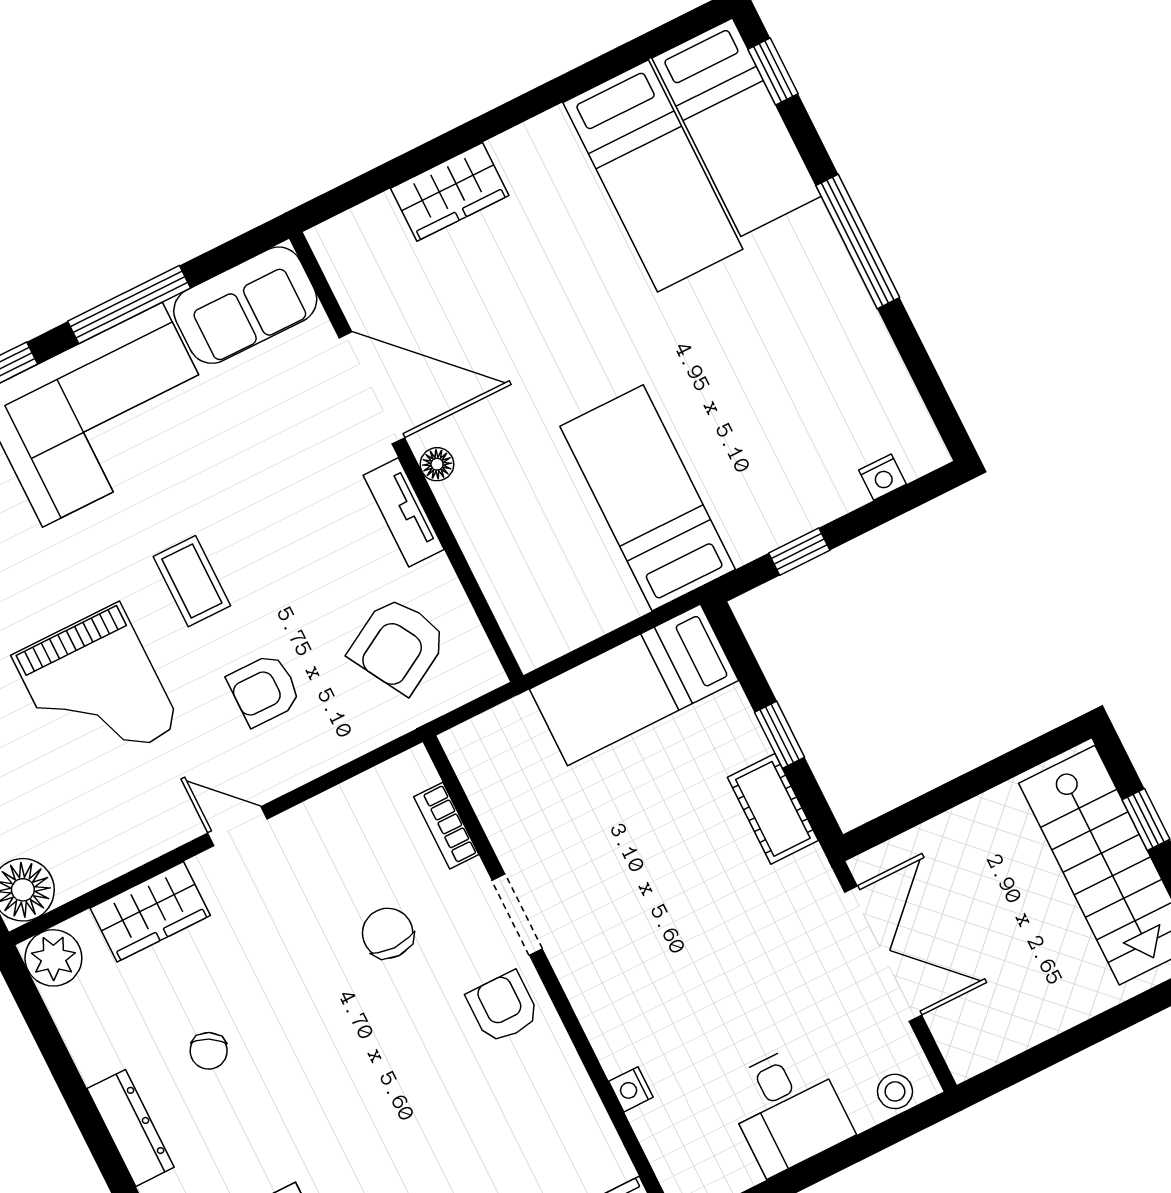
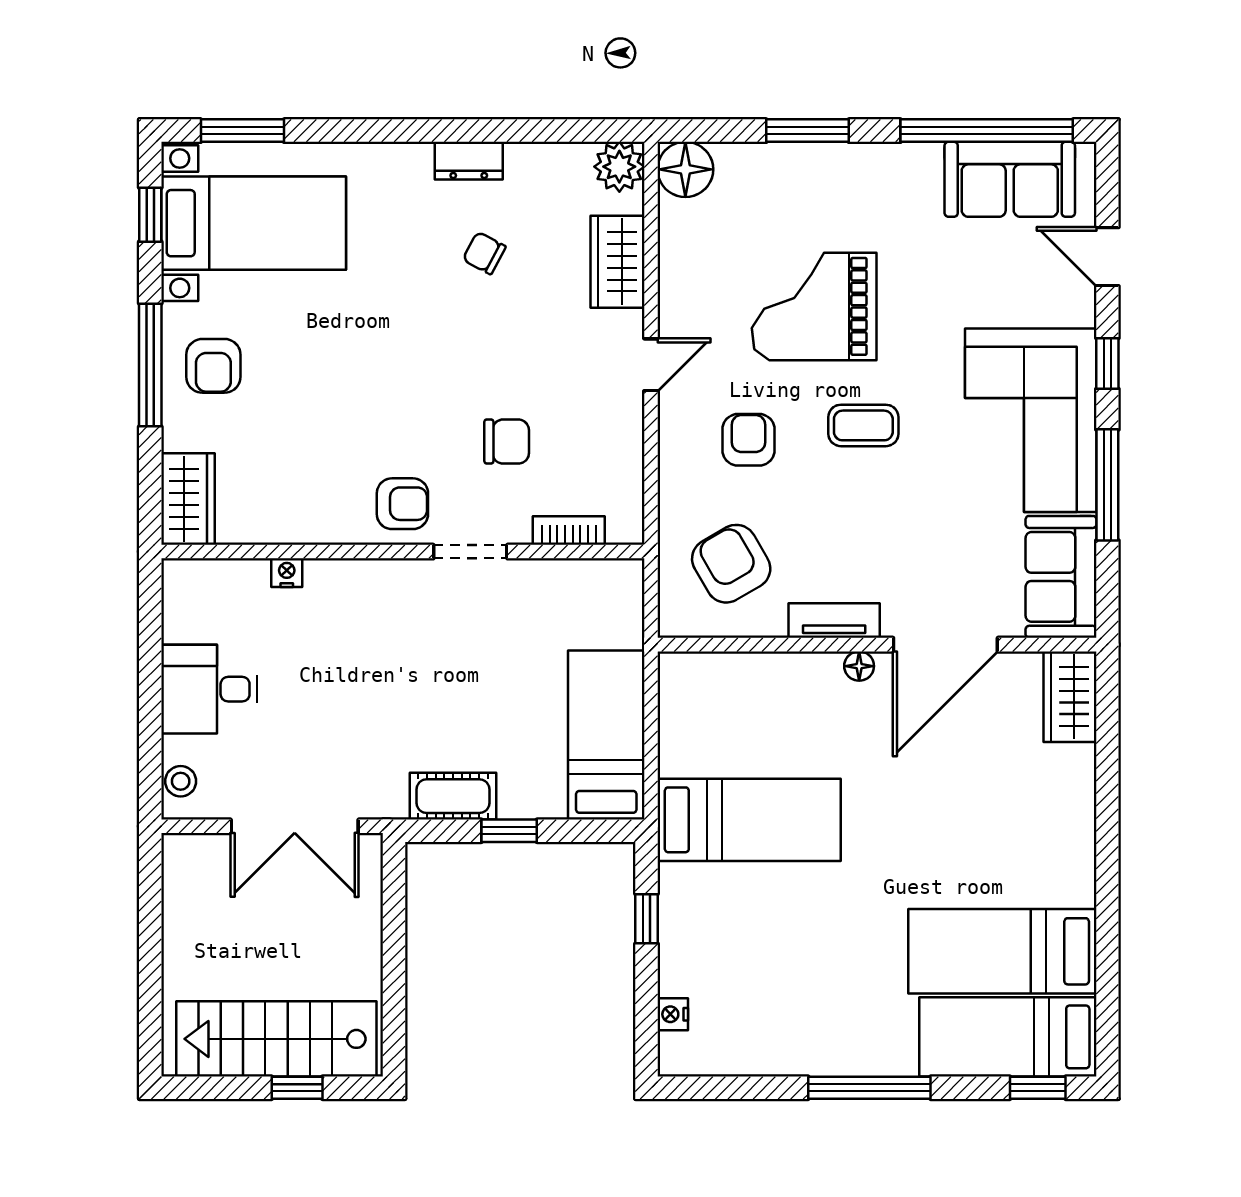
wardrobe: (450, 192) -> (1070, 697), moved
dresser: (131, 1128) -> (469, 161), width x0.70

